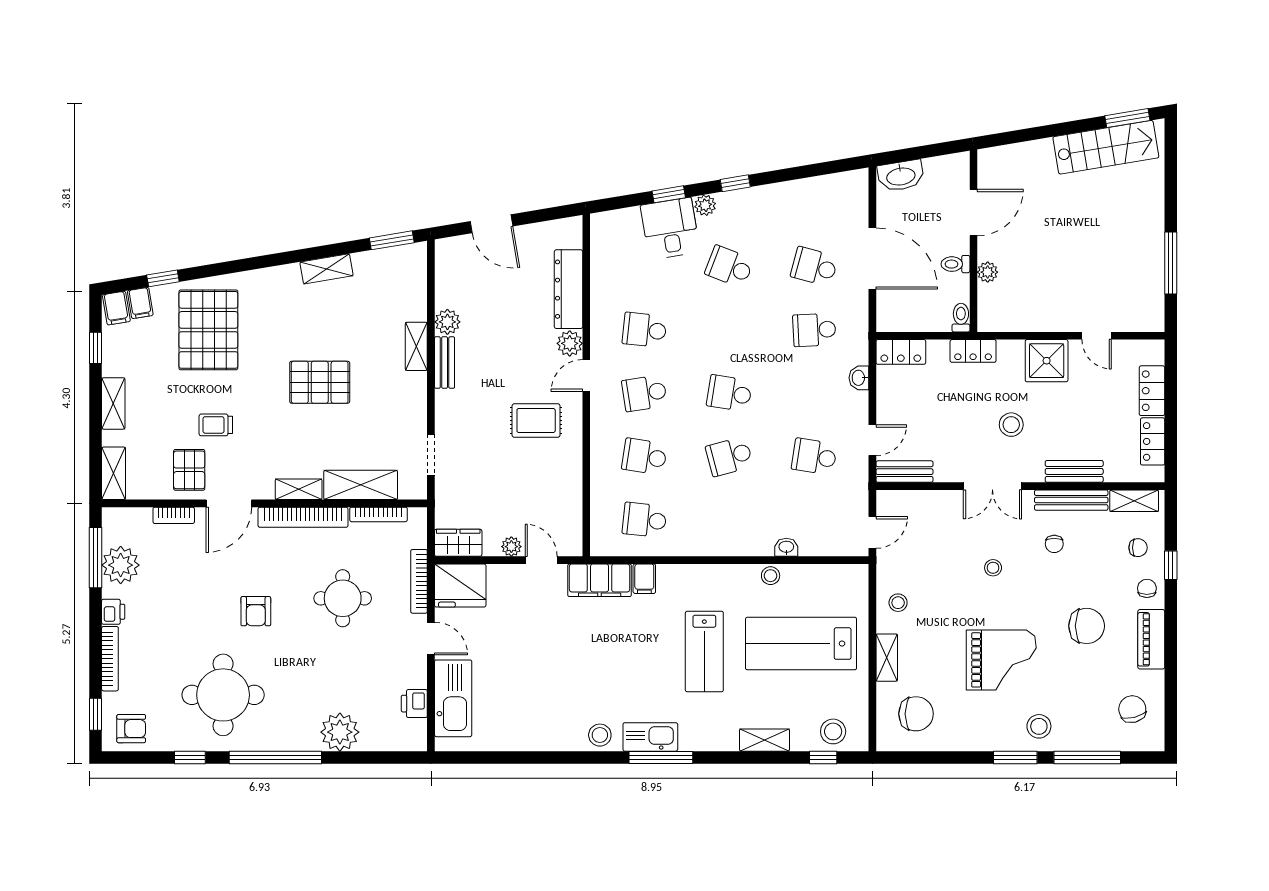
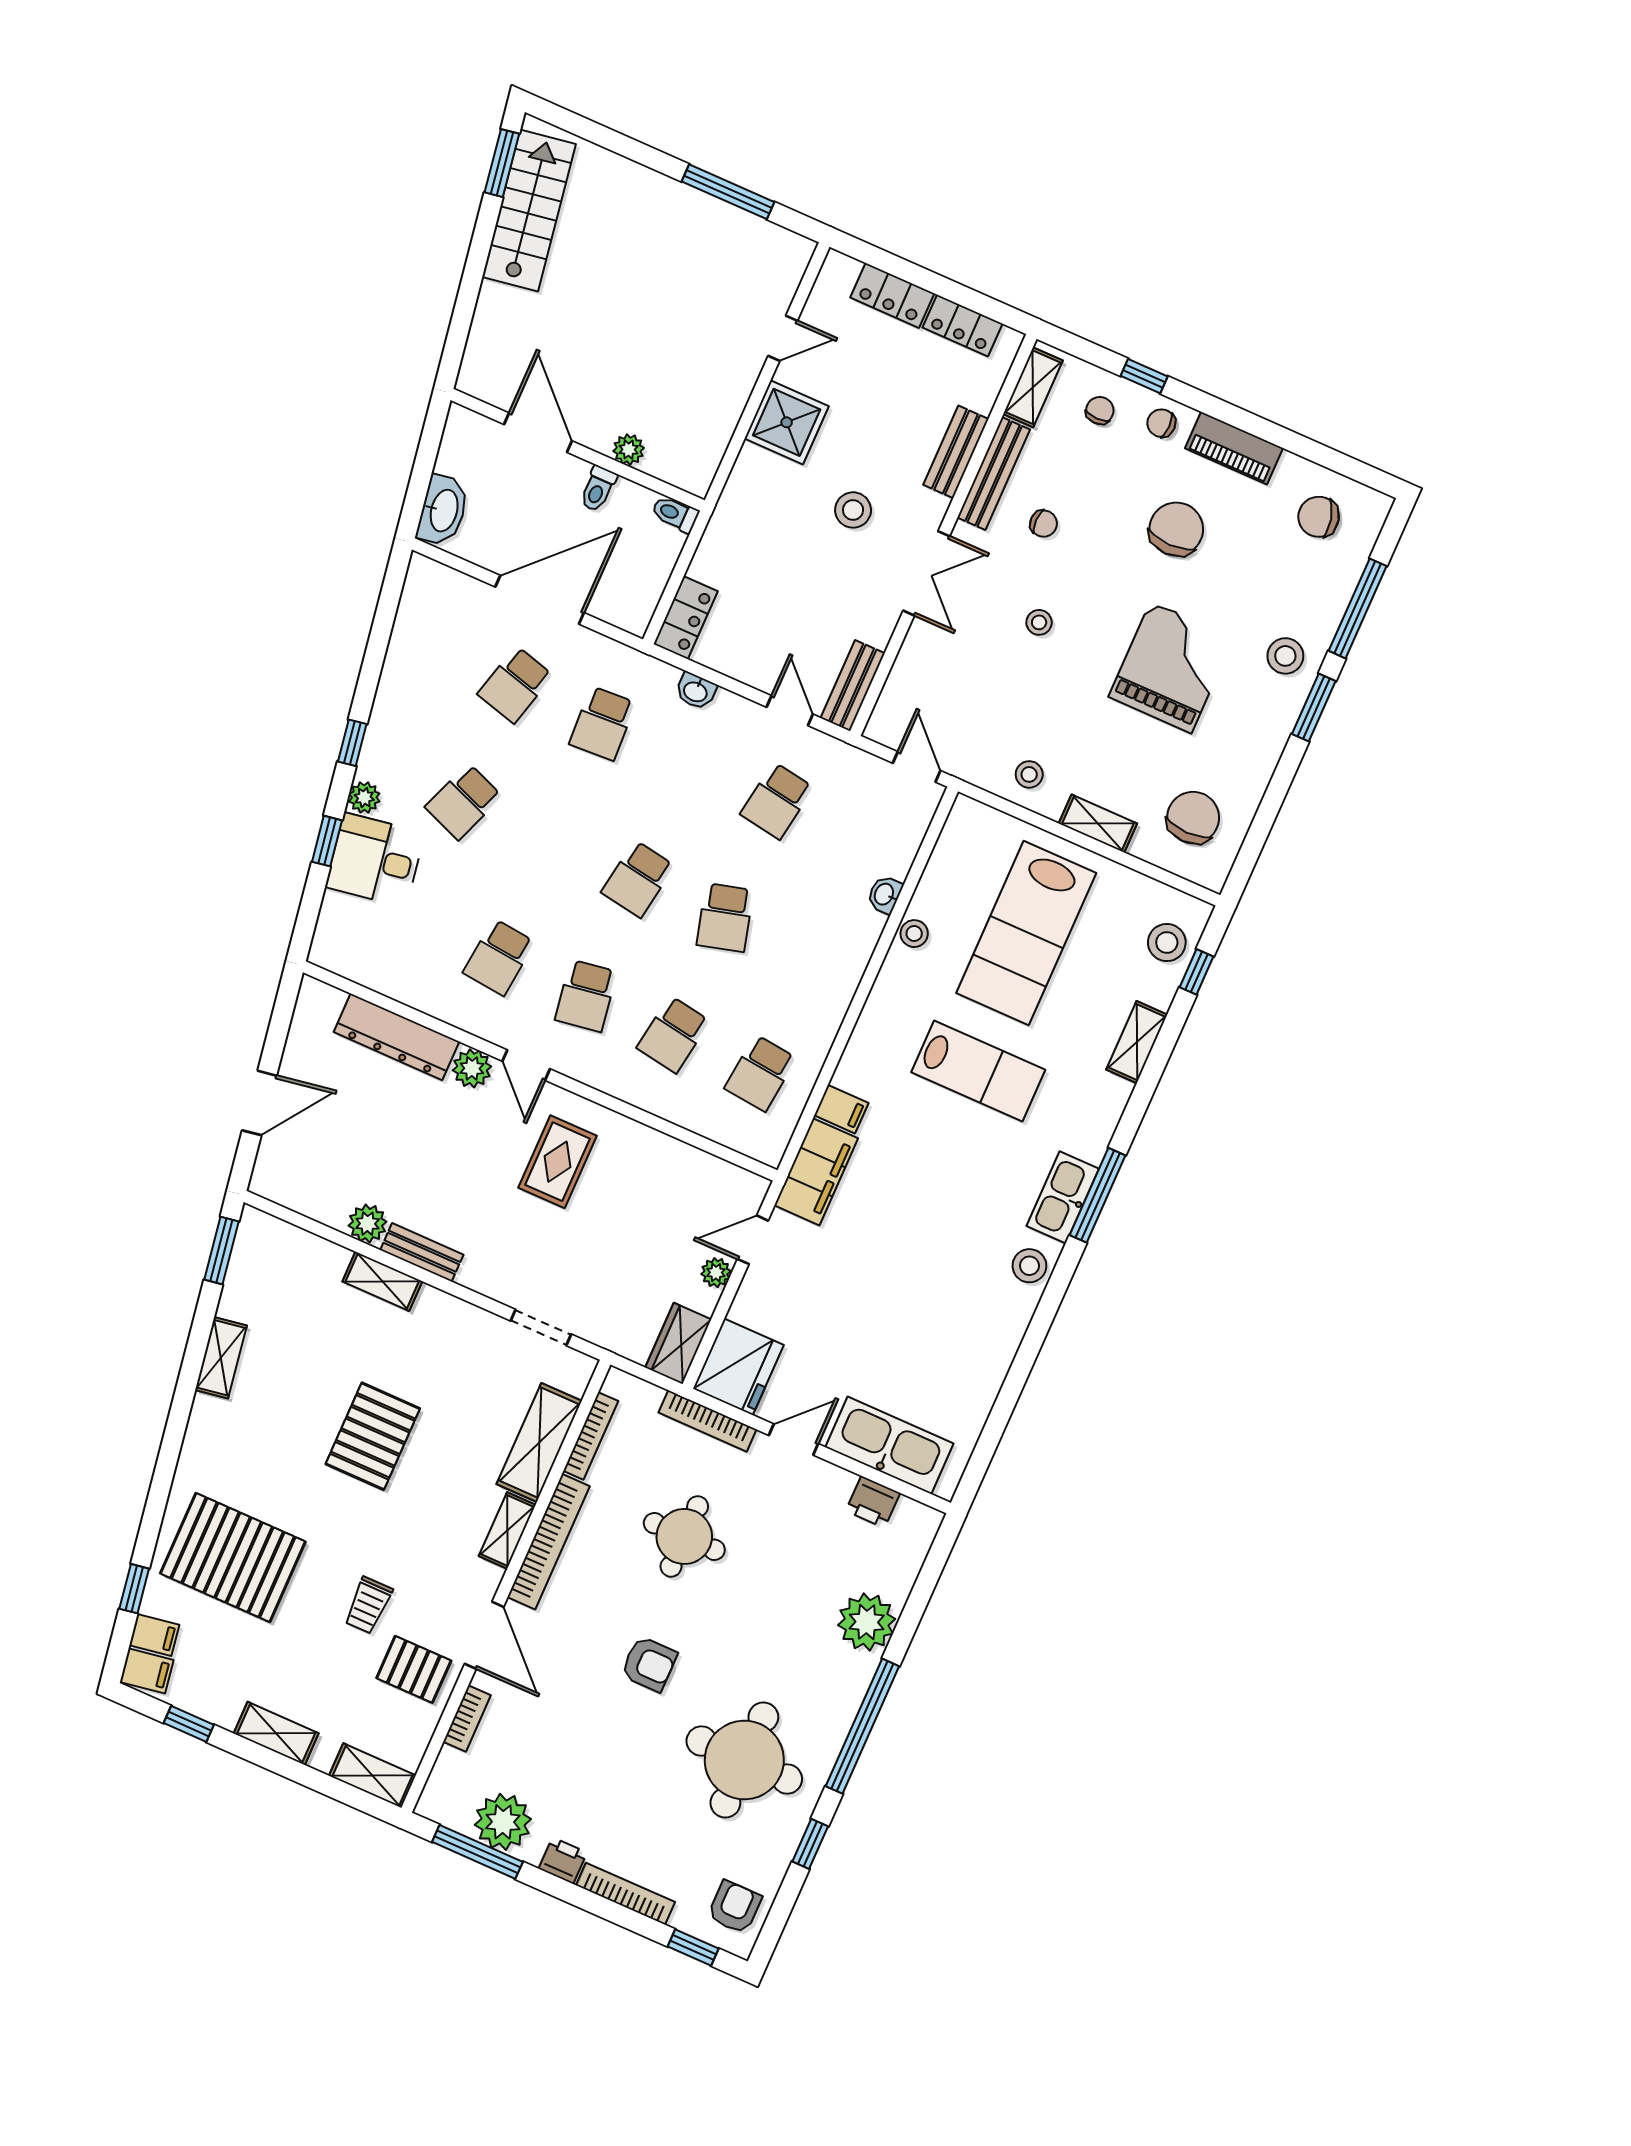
locker: (973, 351) -> (728, 518), removed

